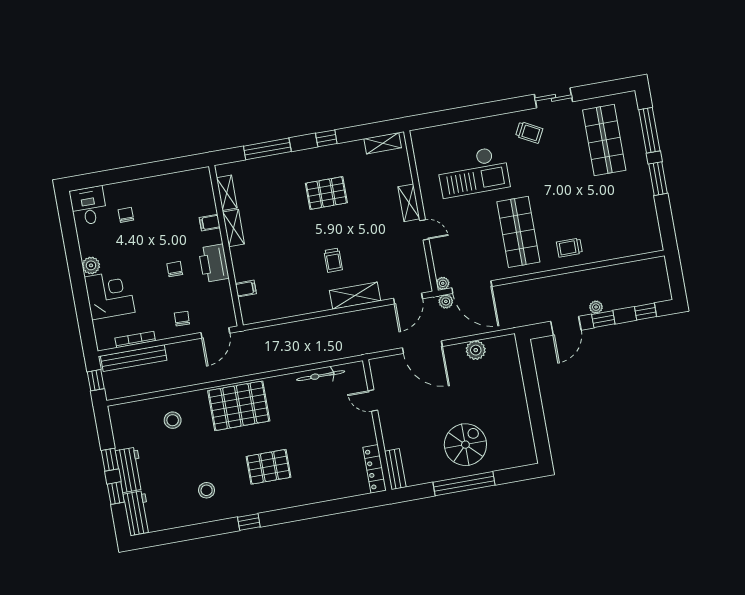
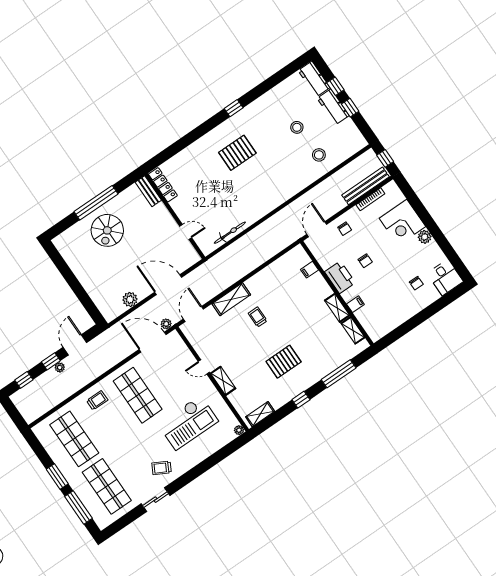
checkout: (473, 172) -> (188, 423), turned 180
shop shelf: (617, 214) -> (74, 439), added
plant: (443, 283) -> (239, 430), moved
pallet: (239, 406) -> (277, 186), removed
stool: (207, 490) -> (297, 127), moved

